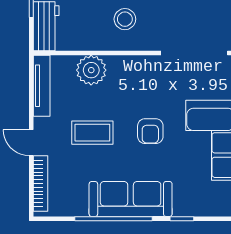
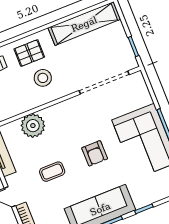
coffee table: (92, 133) -> (52, 172), width x0.73, depth x0.77

